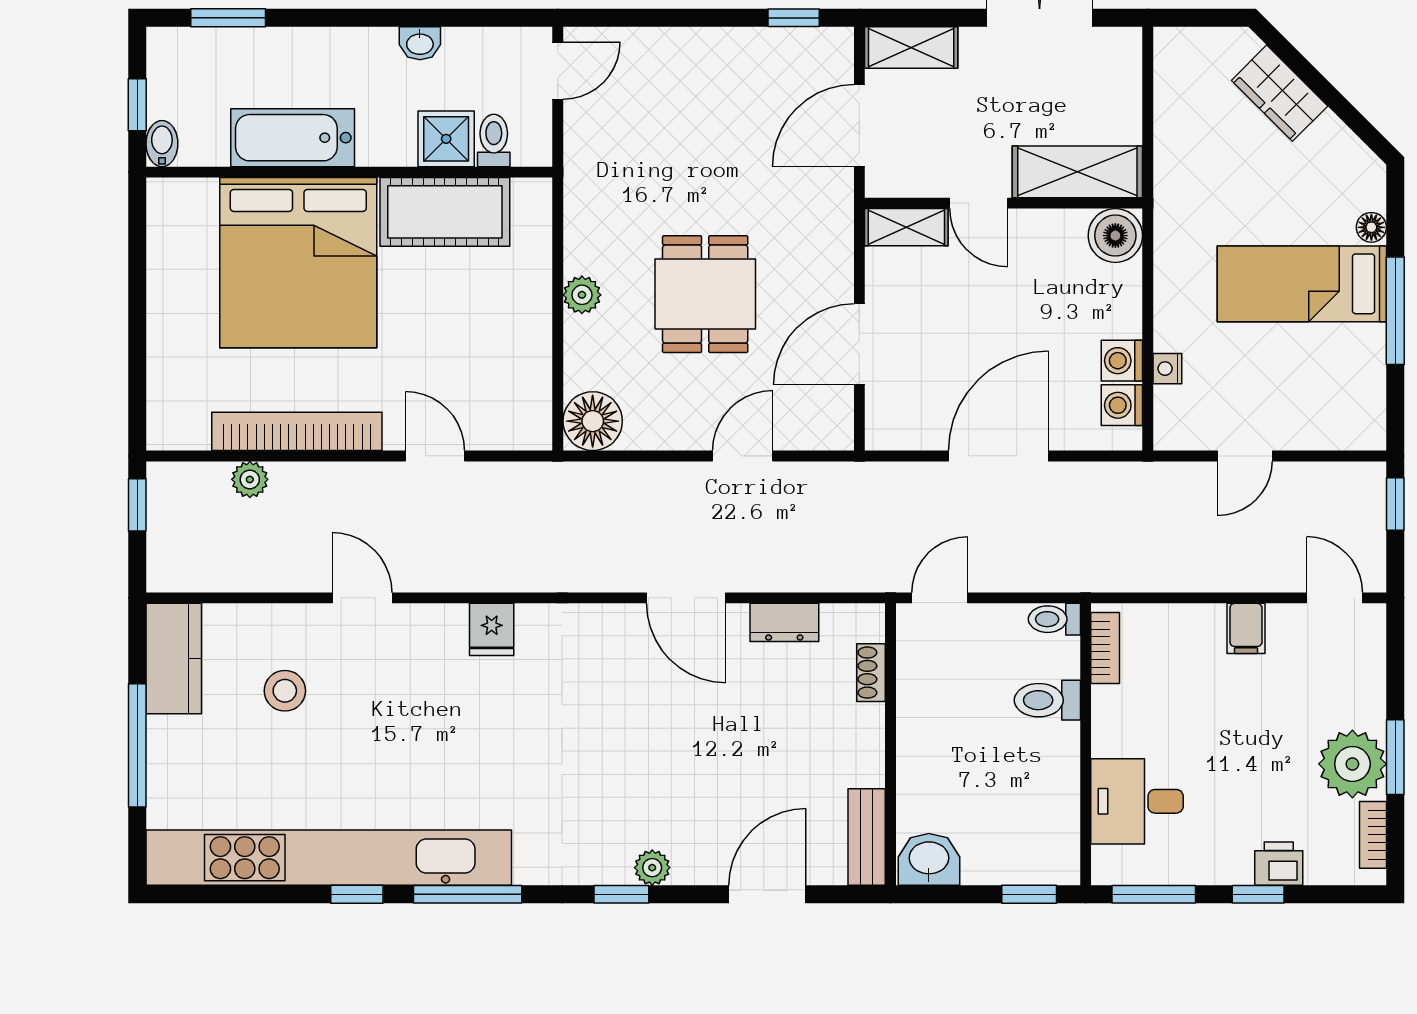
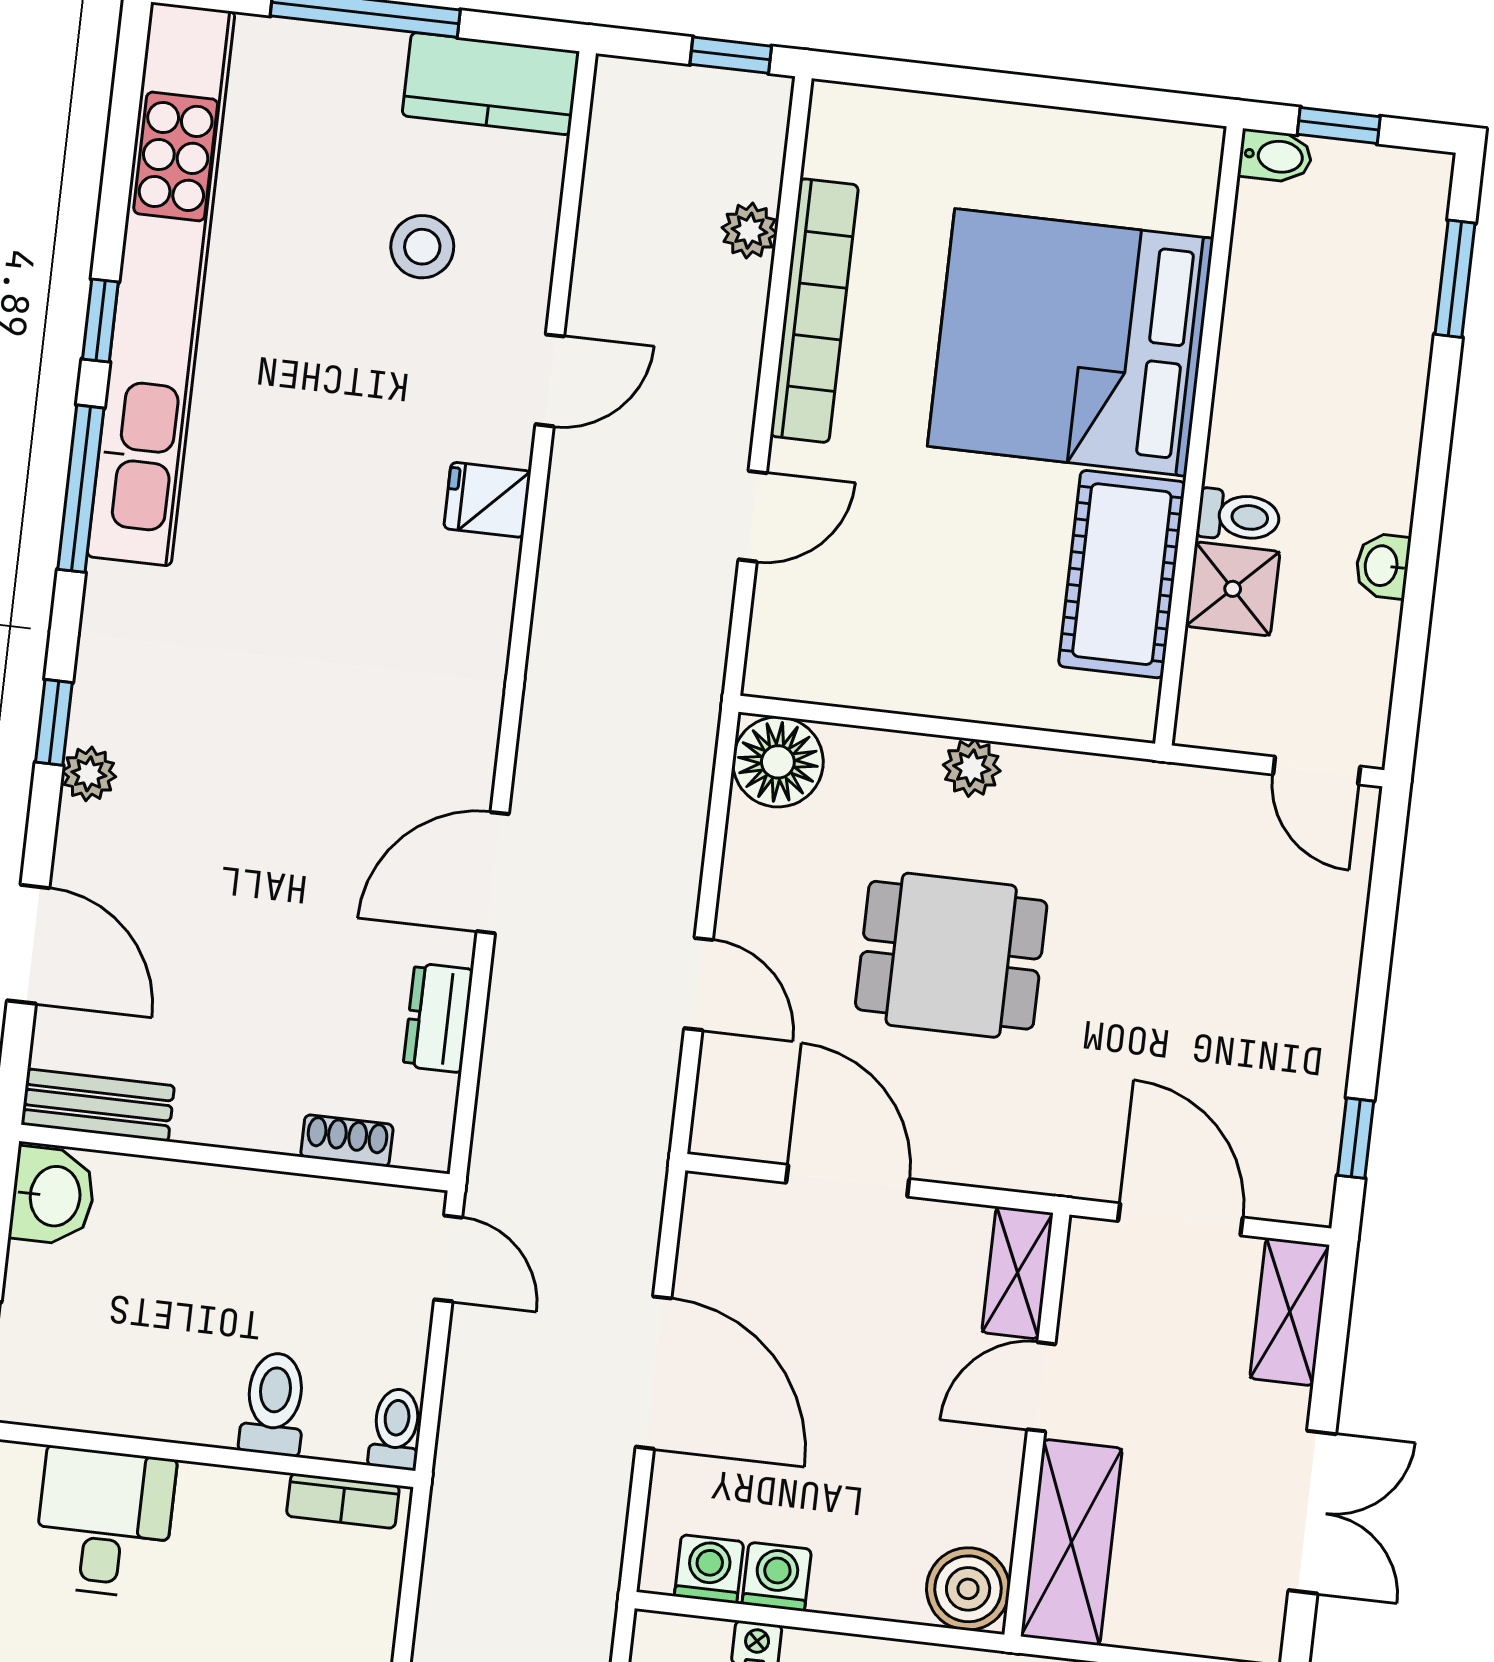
bathtub: (293, 138) -> (1261, 356), removed
toilet: (494, 140) -> (1239, 516), moved
fridge: (492, 629) -> (487, 500), moved

